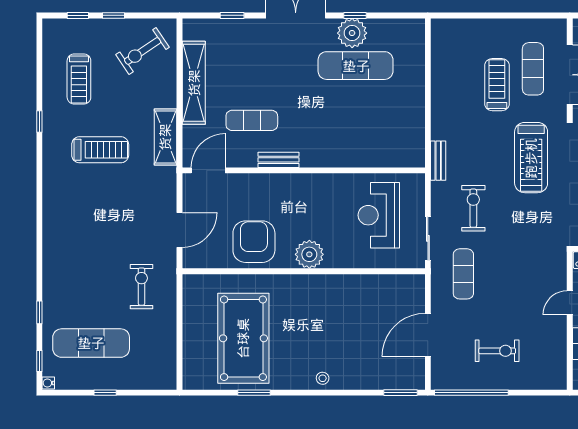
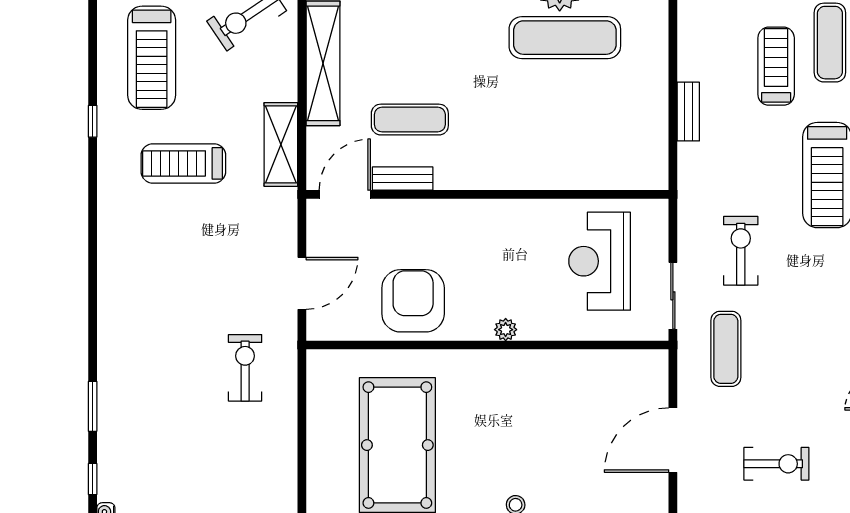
treadmill: (79, 79) -> (152, 58), width x1.37, depth x1.38
treadmill: (100, 150) -> (183, 163), turned 180
bench: (279, 160) -> (403, 179), moved
bench: (438, 161) -> (688, 112), moved
plant: (309, 254) -> (506, 330), width x0.53, depth x0.53
window: (39, 312) -> (93, 406), width x1.50
exercise mat: (91, 343) -> (170, 452), removed

